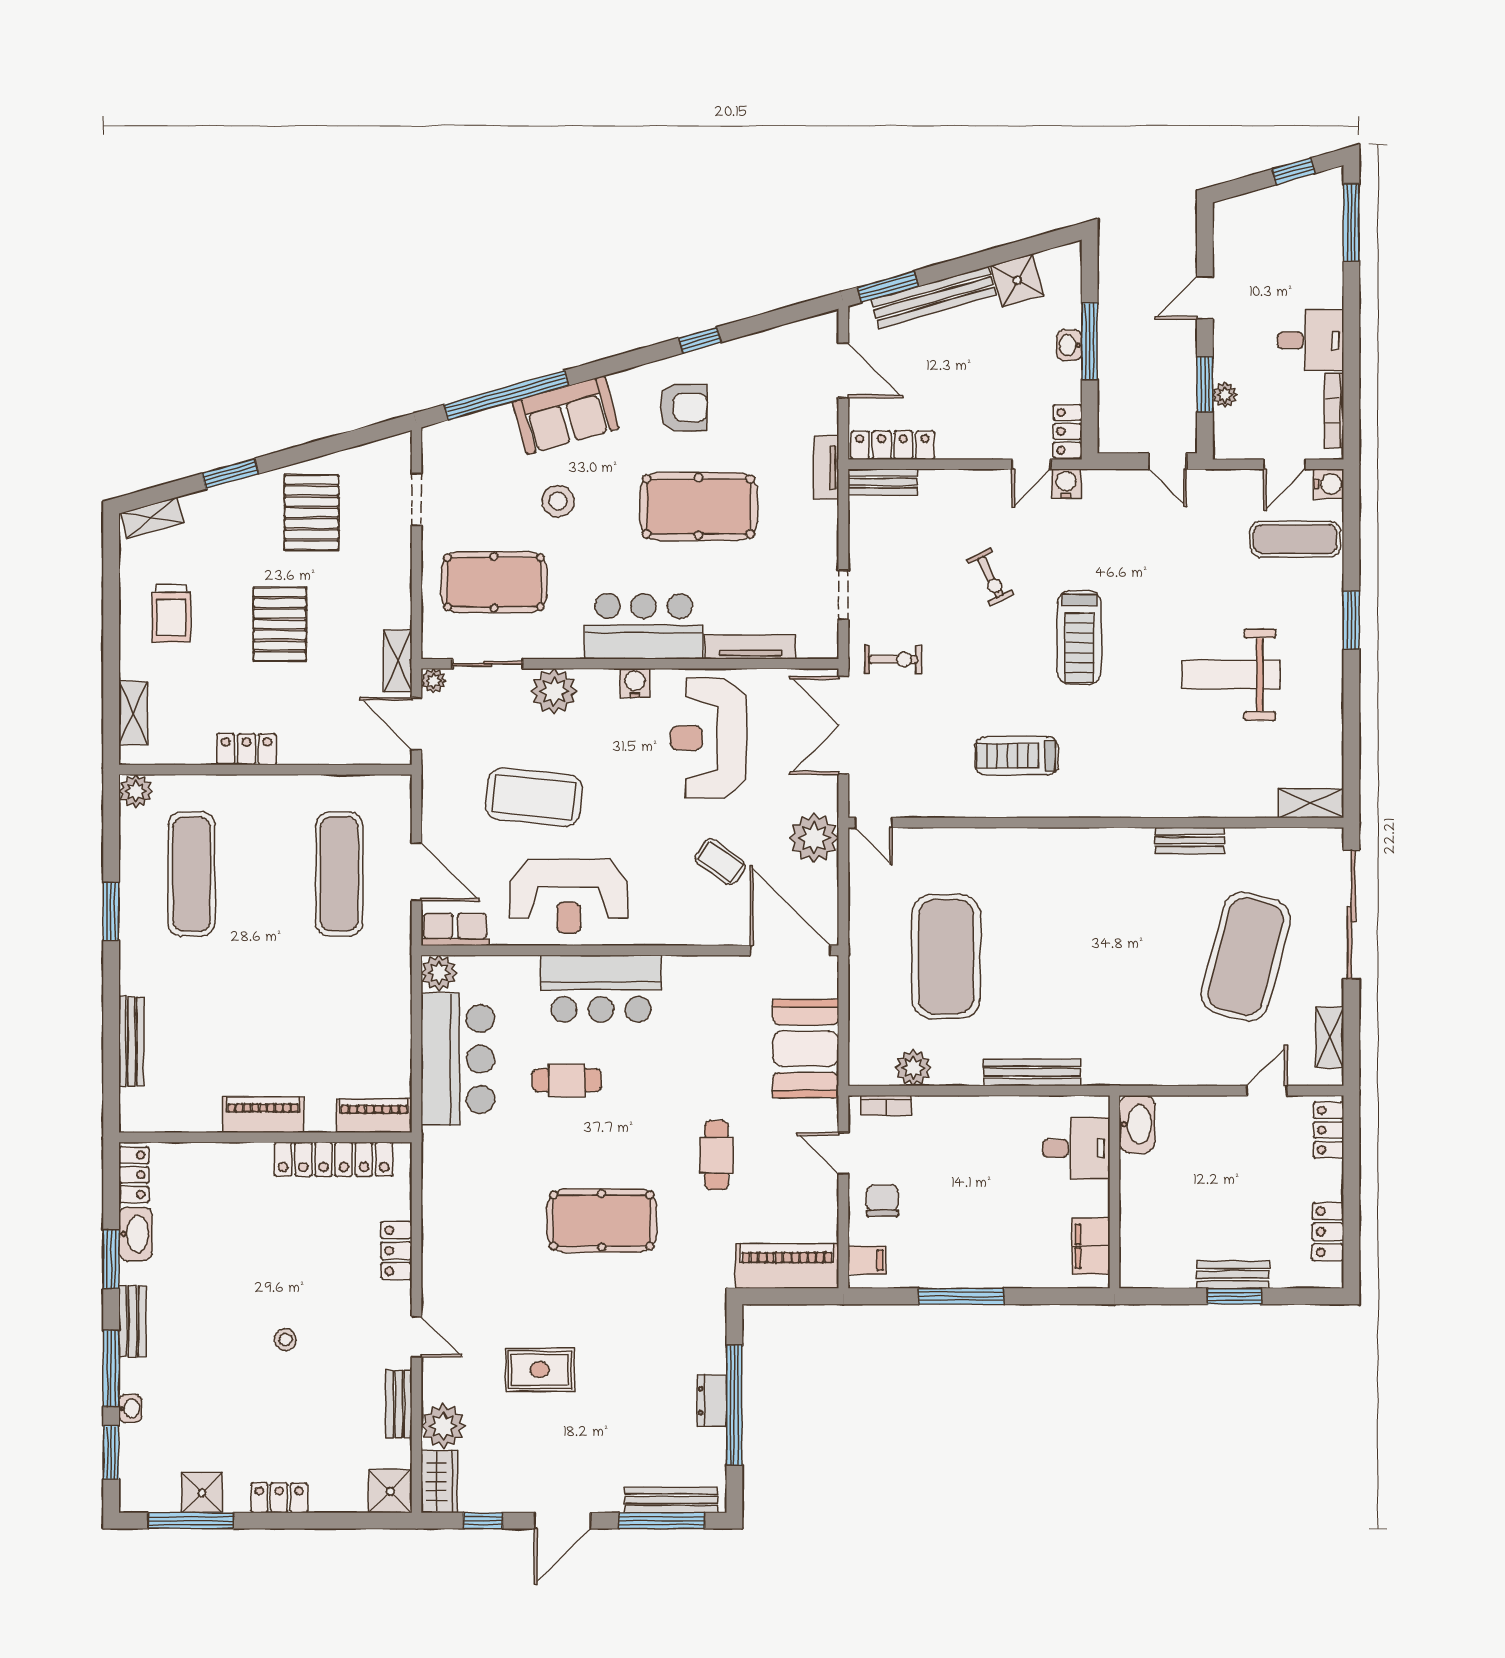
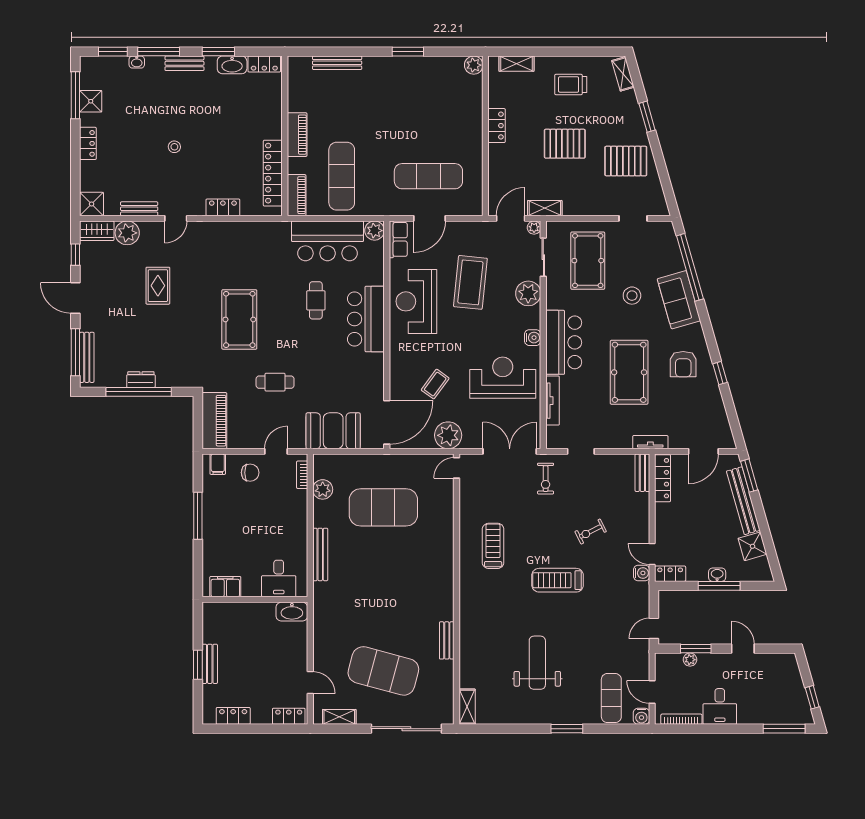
exercise mat: (191, 874) -> (342, 176), moved, turned 90

